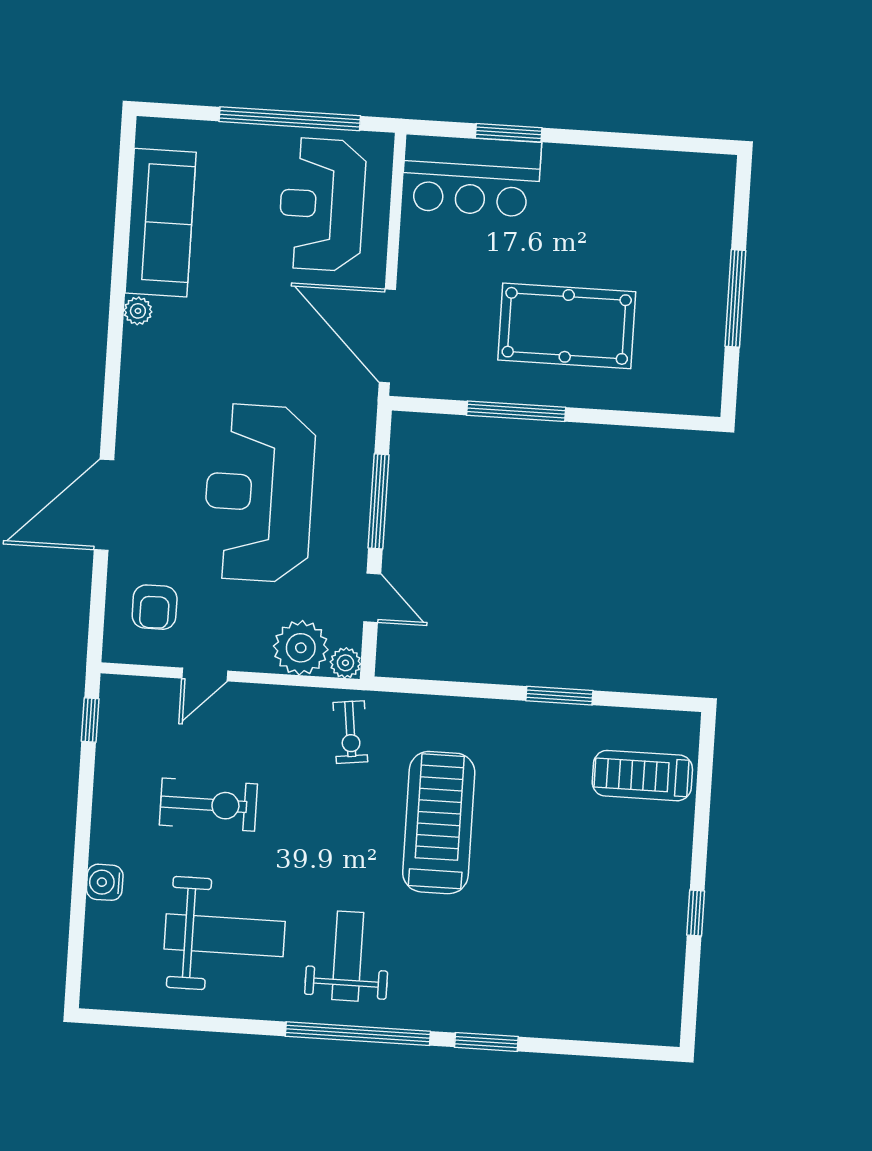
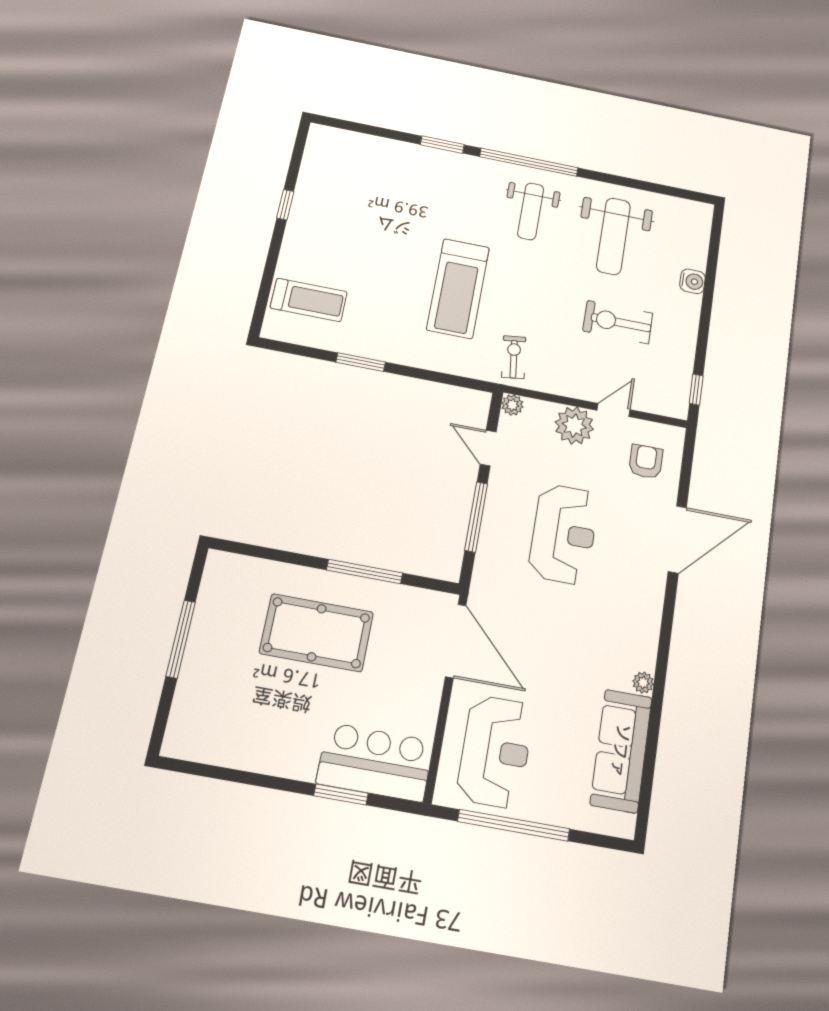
reception desk: (259, 493) -> (564, 534), width x0.74, depth x0.77
plant: (301, 648) -> (574, 426), moved
weight bench: (225, 935) -> (613, 236), turned -90

